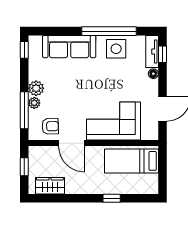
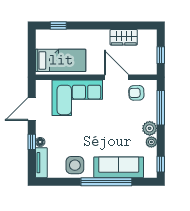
window: (109, 31) -> (106, 182), moved
window: (162, 54) -> (32, 142), moved
plant: (34, 103) -> (151, 142), moved
wardrobe: (50, 186) -> (124, 37), moved
window: (112, 198) -> (58, 26), moved

